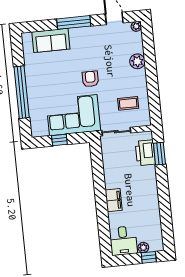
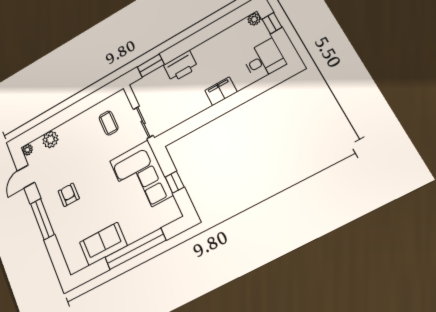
sofa: (51, 40) -> (103, 244), moved, turned -90
plant: (137, 61) -> (50, 140), moved
armchair: (90, 79) -> (69, 195), moved, turned 90
printer: (145, 153) -> (181, 66), moved
plant: (143, 247) -> (254, 19), moved

